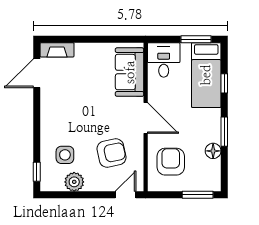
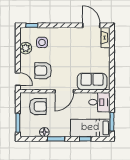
armchair: (111, 153) -> (43, 71), turned 102

